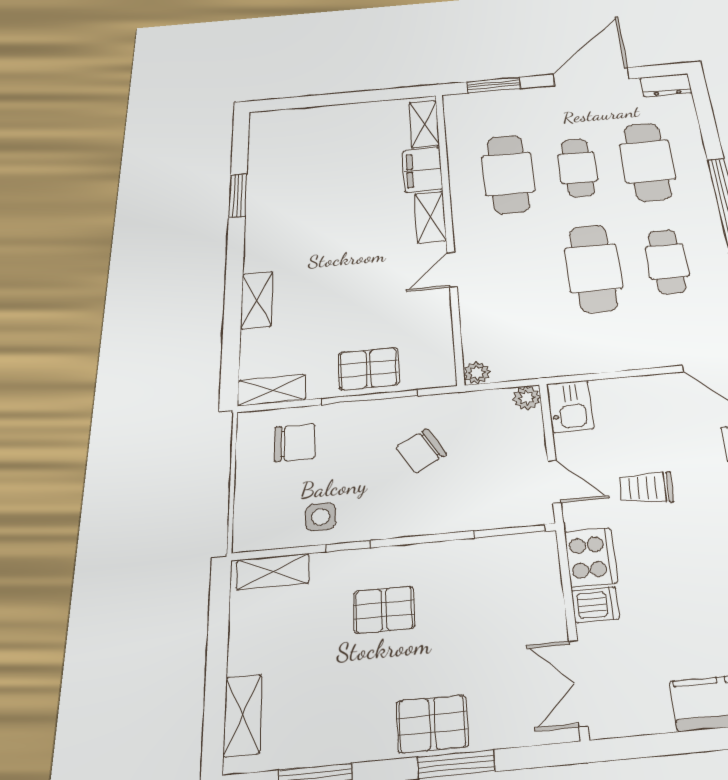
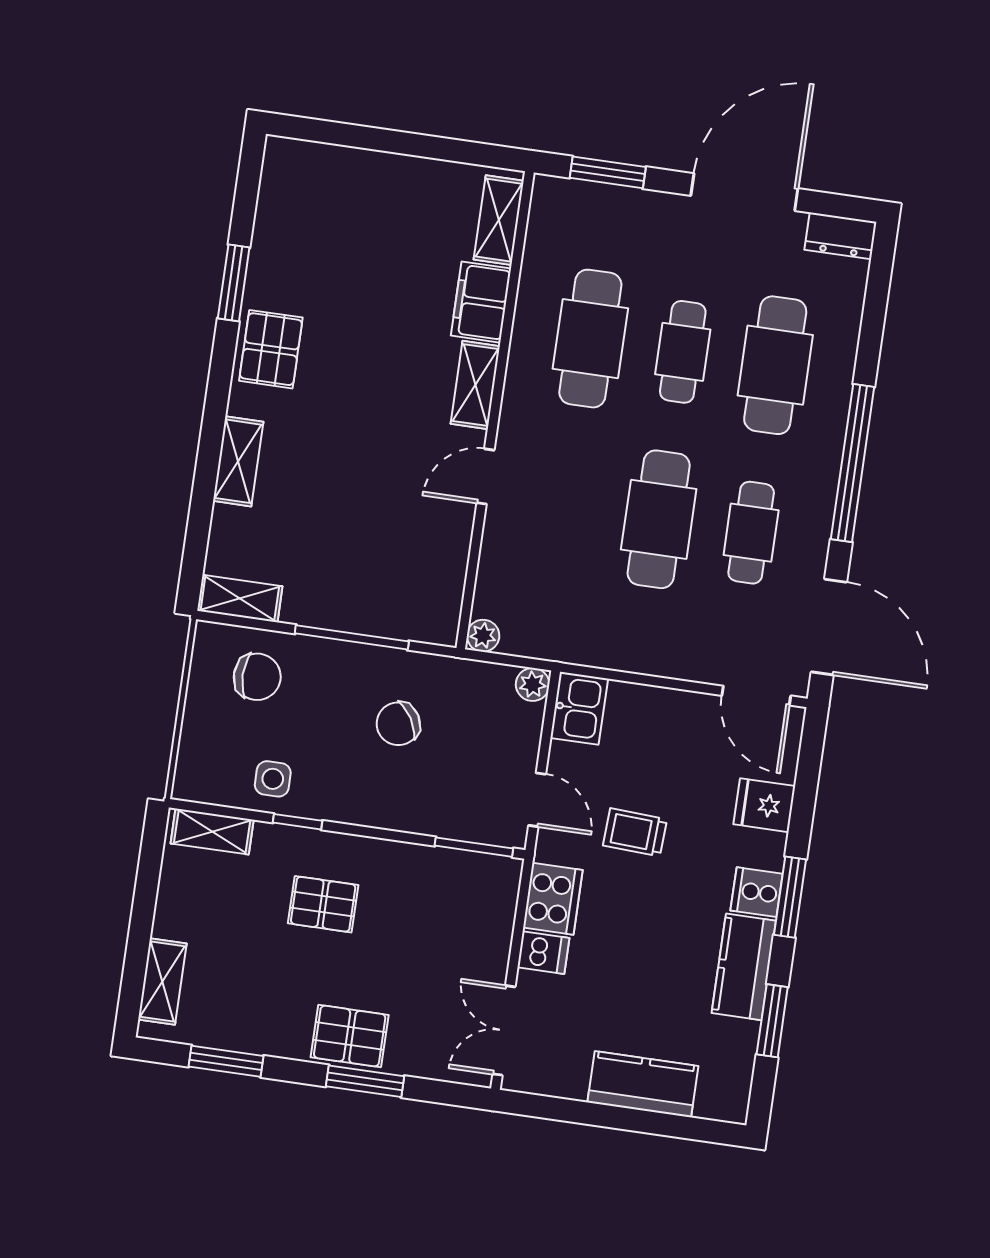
pallet: (368, 369) -> (271, 349), moved, turned 90

